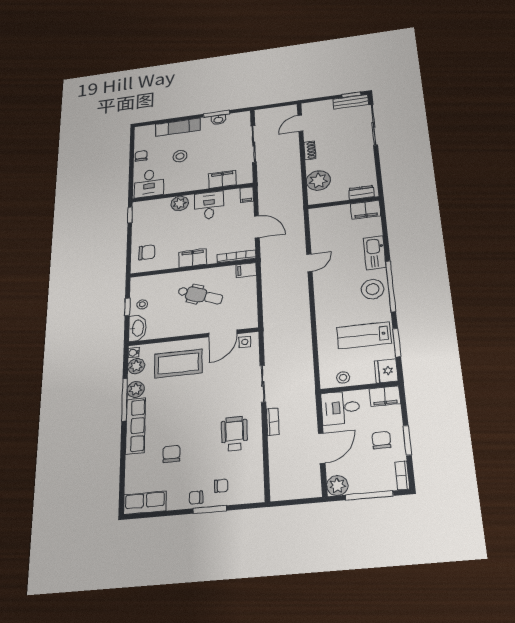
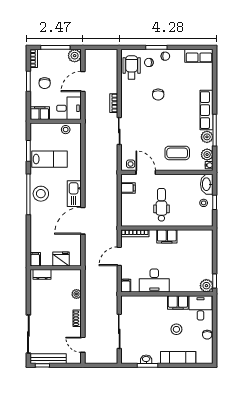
bench: (351, 102) -> (48, 359), width x1.36
door: (300, 123) -> (83, 345), swing flipped
filing cabinet: (222, 179) -> (178, 302), moved
plant: (318, 181) -> (76, 294), width x0.53, depth x0.53
plant: (180, 203) -> (206, 286), moved
desk: (209, 205) -> (154, 280), width x1.37
filing cabinet: (366, 210) -> (35, 259), width x0.50
door: (257, 227) -> (119, 256), hinge flipped
chair: (147, 252) -> (201, 246), removed
kitchen sink: (375, 253) -> (74, 194), moved, turned 180
door: (309, 263) -> (83, 221), width x1.87
filing cabinet: (246, 270) -> (128, 188), moved
dental chair: (200, 295) -> (161, 205), turned 69
door: (223, 333) -> (146, 172), hinge flipped
coffee table: (178, 364) -> (177, 153), width x0.73, depth x0.76
fridge: (386, 371) -> (61, 259), moved, turned -90
wheelchair: (234, 434) -> (132, 67), moved, turned 180
chair: (171, 454) -> (158, 95), moved

